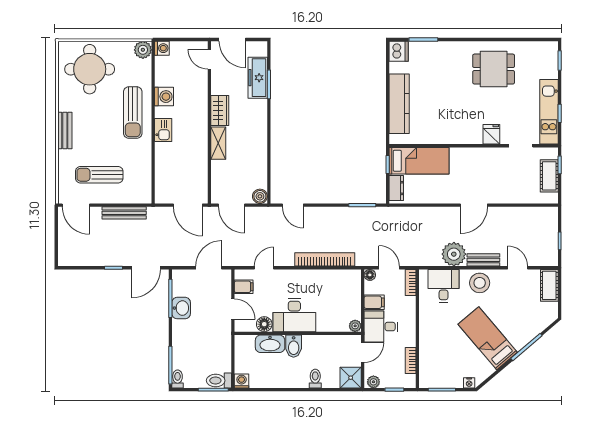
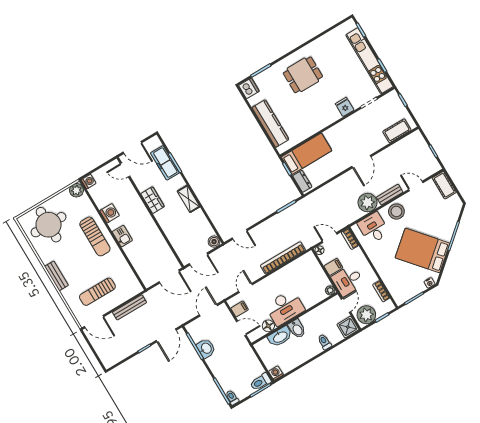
dining table: (494, 69) -> (303, 75), moved
kitchen unit: (549, 112) -> (369, 61), width x1.36
shelving: (218, 143) -> (188, 199), moved
cot: (549, 176) -> (397, 131), moved, turned 90
bed: (488, 338) -> (422, 251), width x1.50
plant: (373, 382) -> (366, 315), width x1.88, depth x1.88

